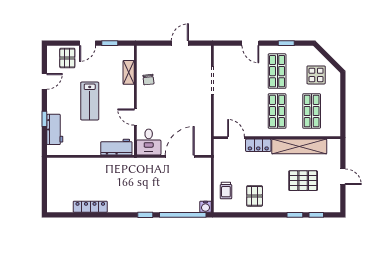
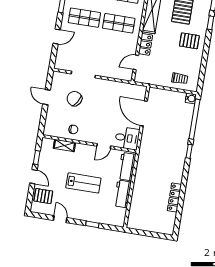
chair: (183, 75) -> (74, 99), added
workbench: (55, 129) -> (122, 194), moved, turned -90
pallet: (255, 196) -> (189, 41), moved

